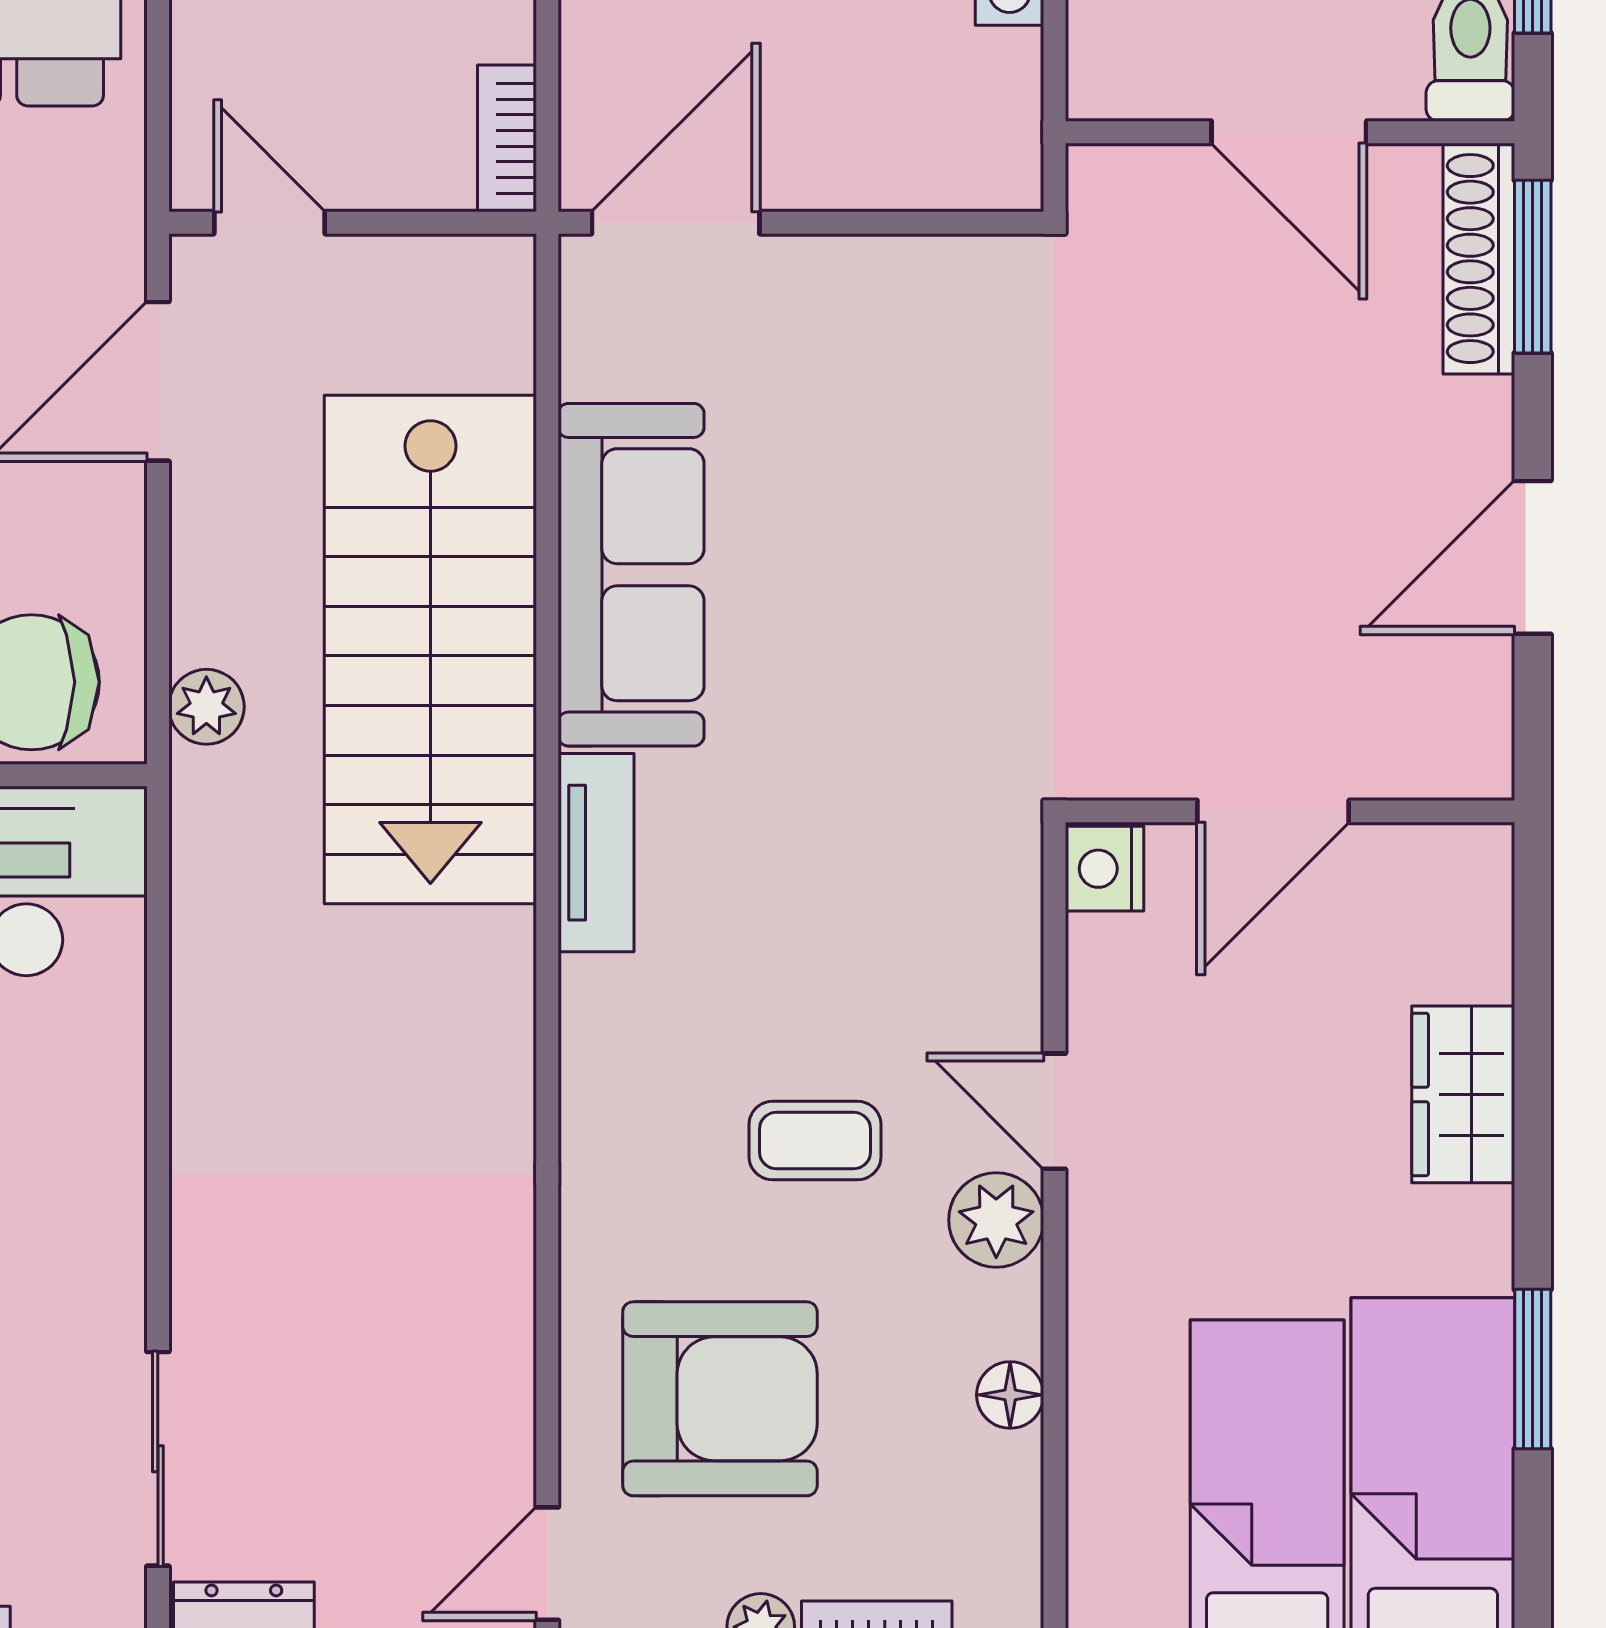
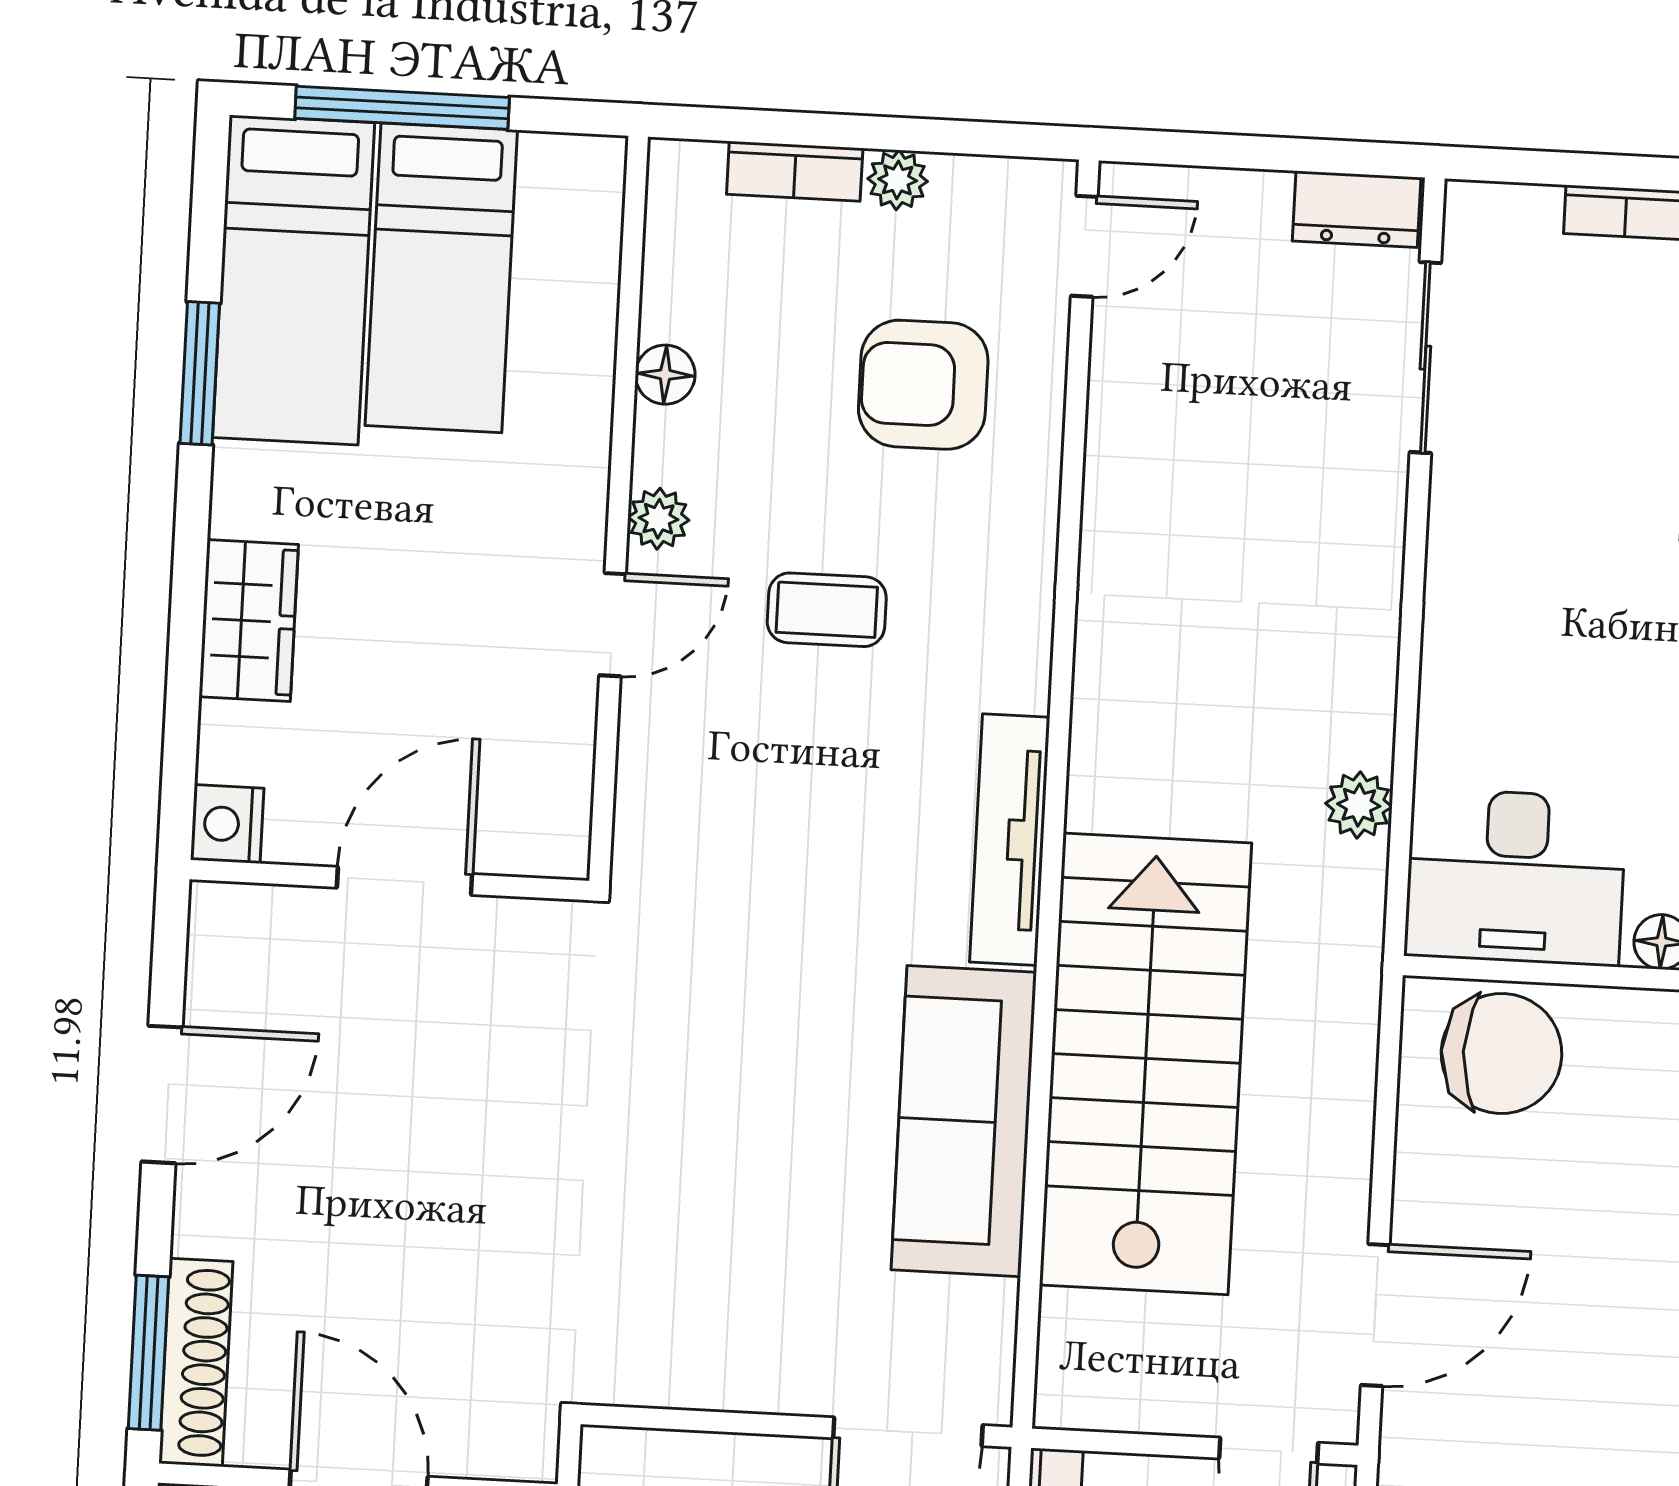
plant: (206, 707) -> (1359, 805), moved
tv unit: (596, 853) -> (1010, 840), width x1.41
nightstand: (1104, 869) -> (227, 824), moved, turned 180
door: (1054, 1111) -> (613, 625), hinge flipped
plant: (996, 1220) -> (659, 519), width x0.73, depth x0.73
armchair: (720, 1399) -> (923, 385), width x0.73, depth x0.73

